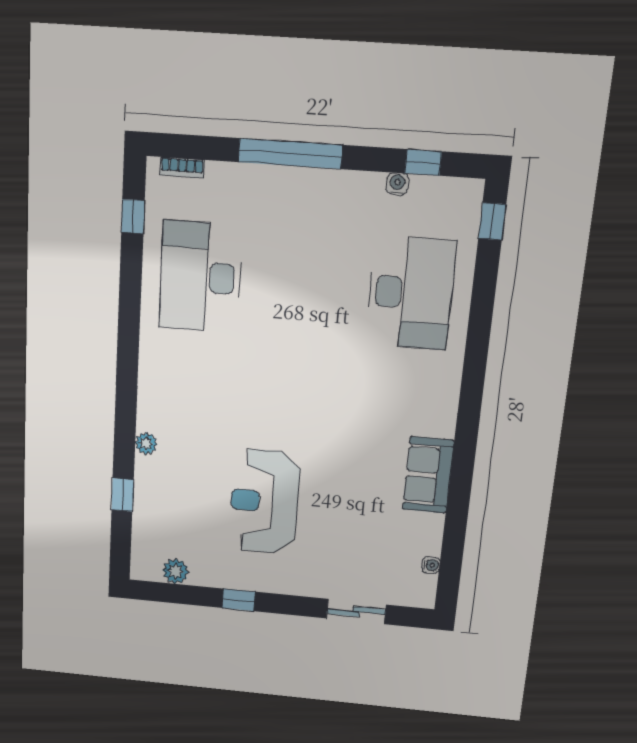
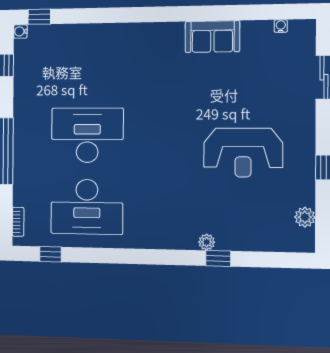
water cooler: (397, 184) -> (20, 31), moved
desk: (410, 293) -> (87, 135), moved
window: (123, 495) -> (218, 258), moved

